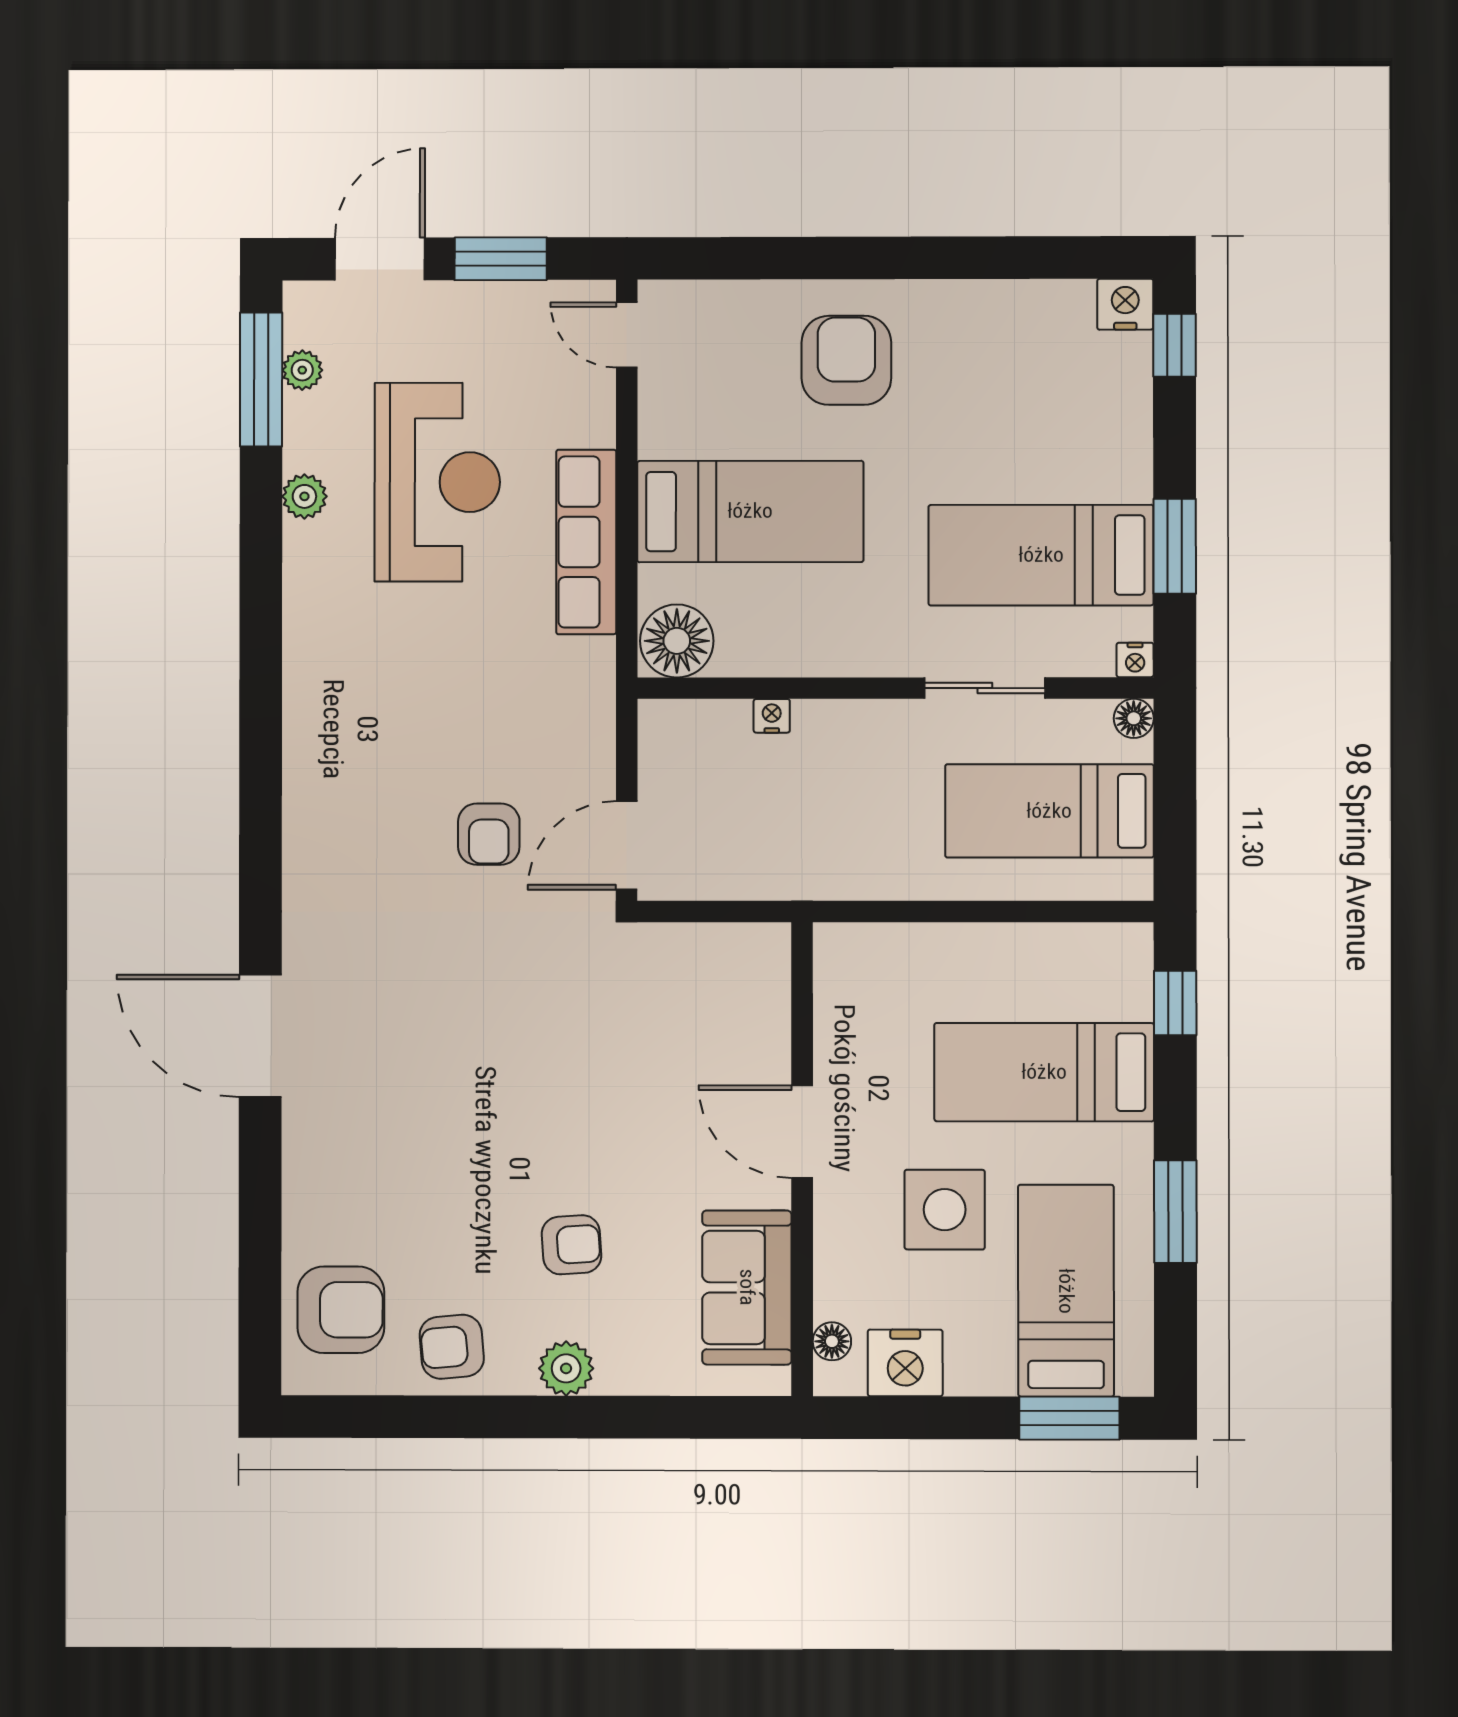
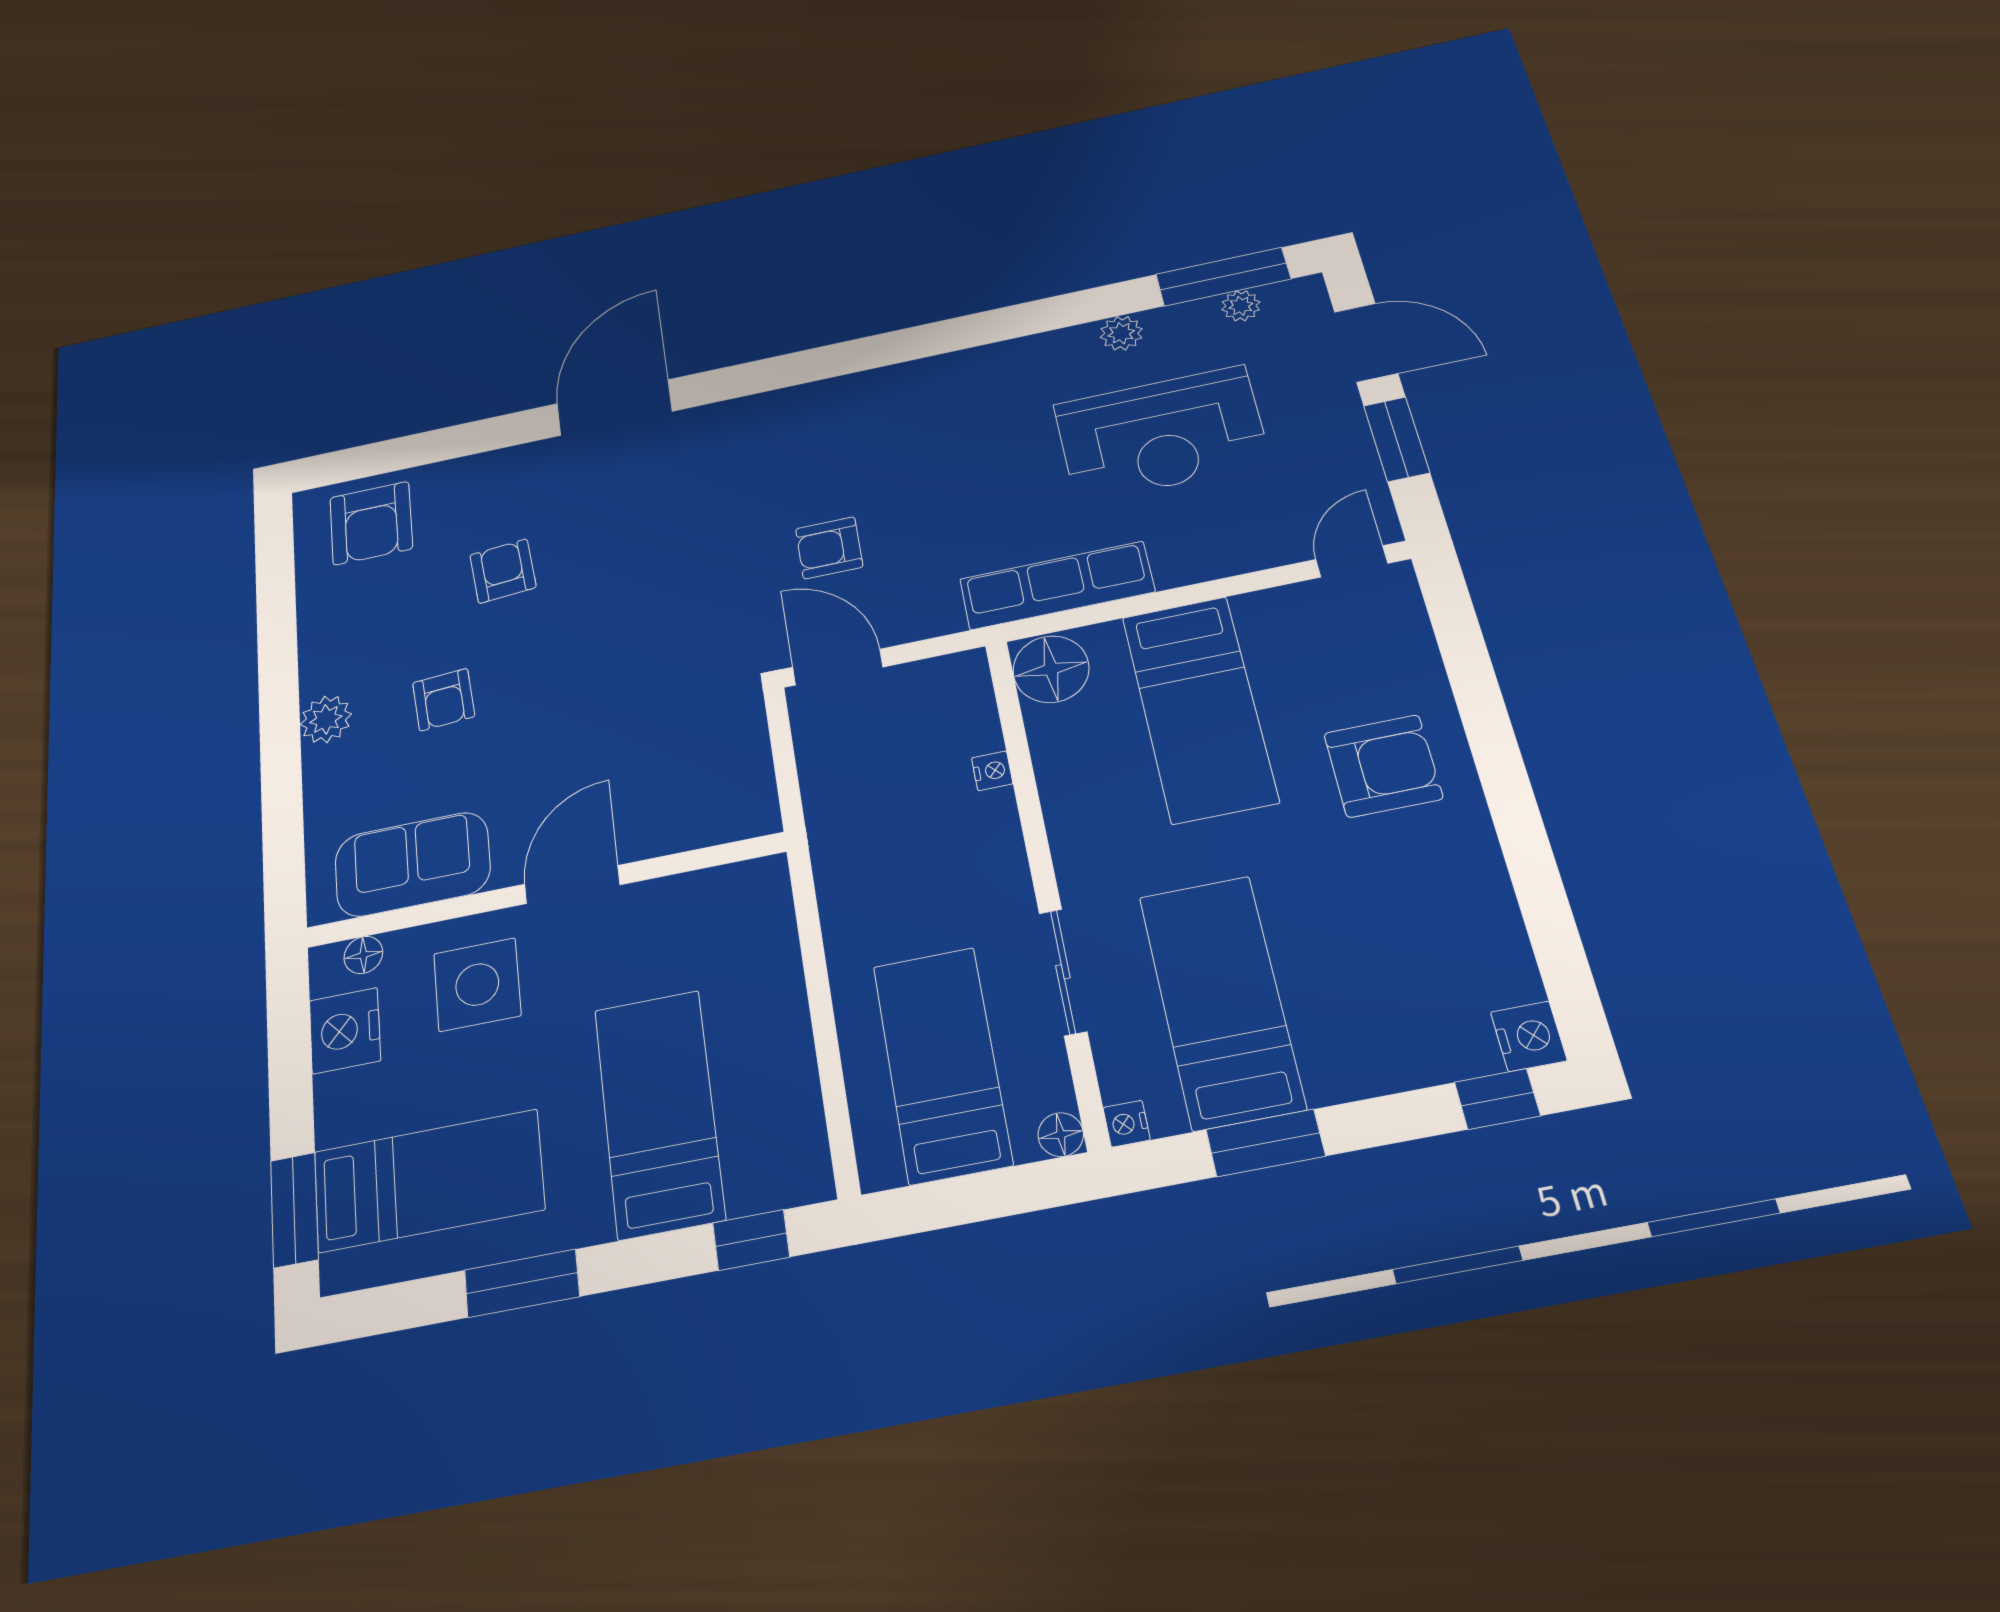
row of seats: (586, 542) -> (1057, 585), moved
side table: (945, 1210) -> (477, 985), moved
armchair: (452, 1347) -> (503, 571), moved

